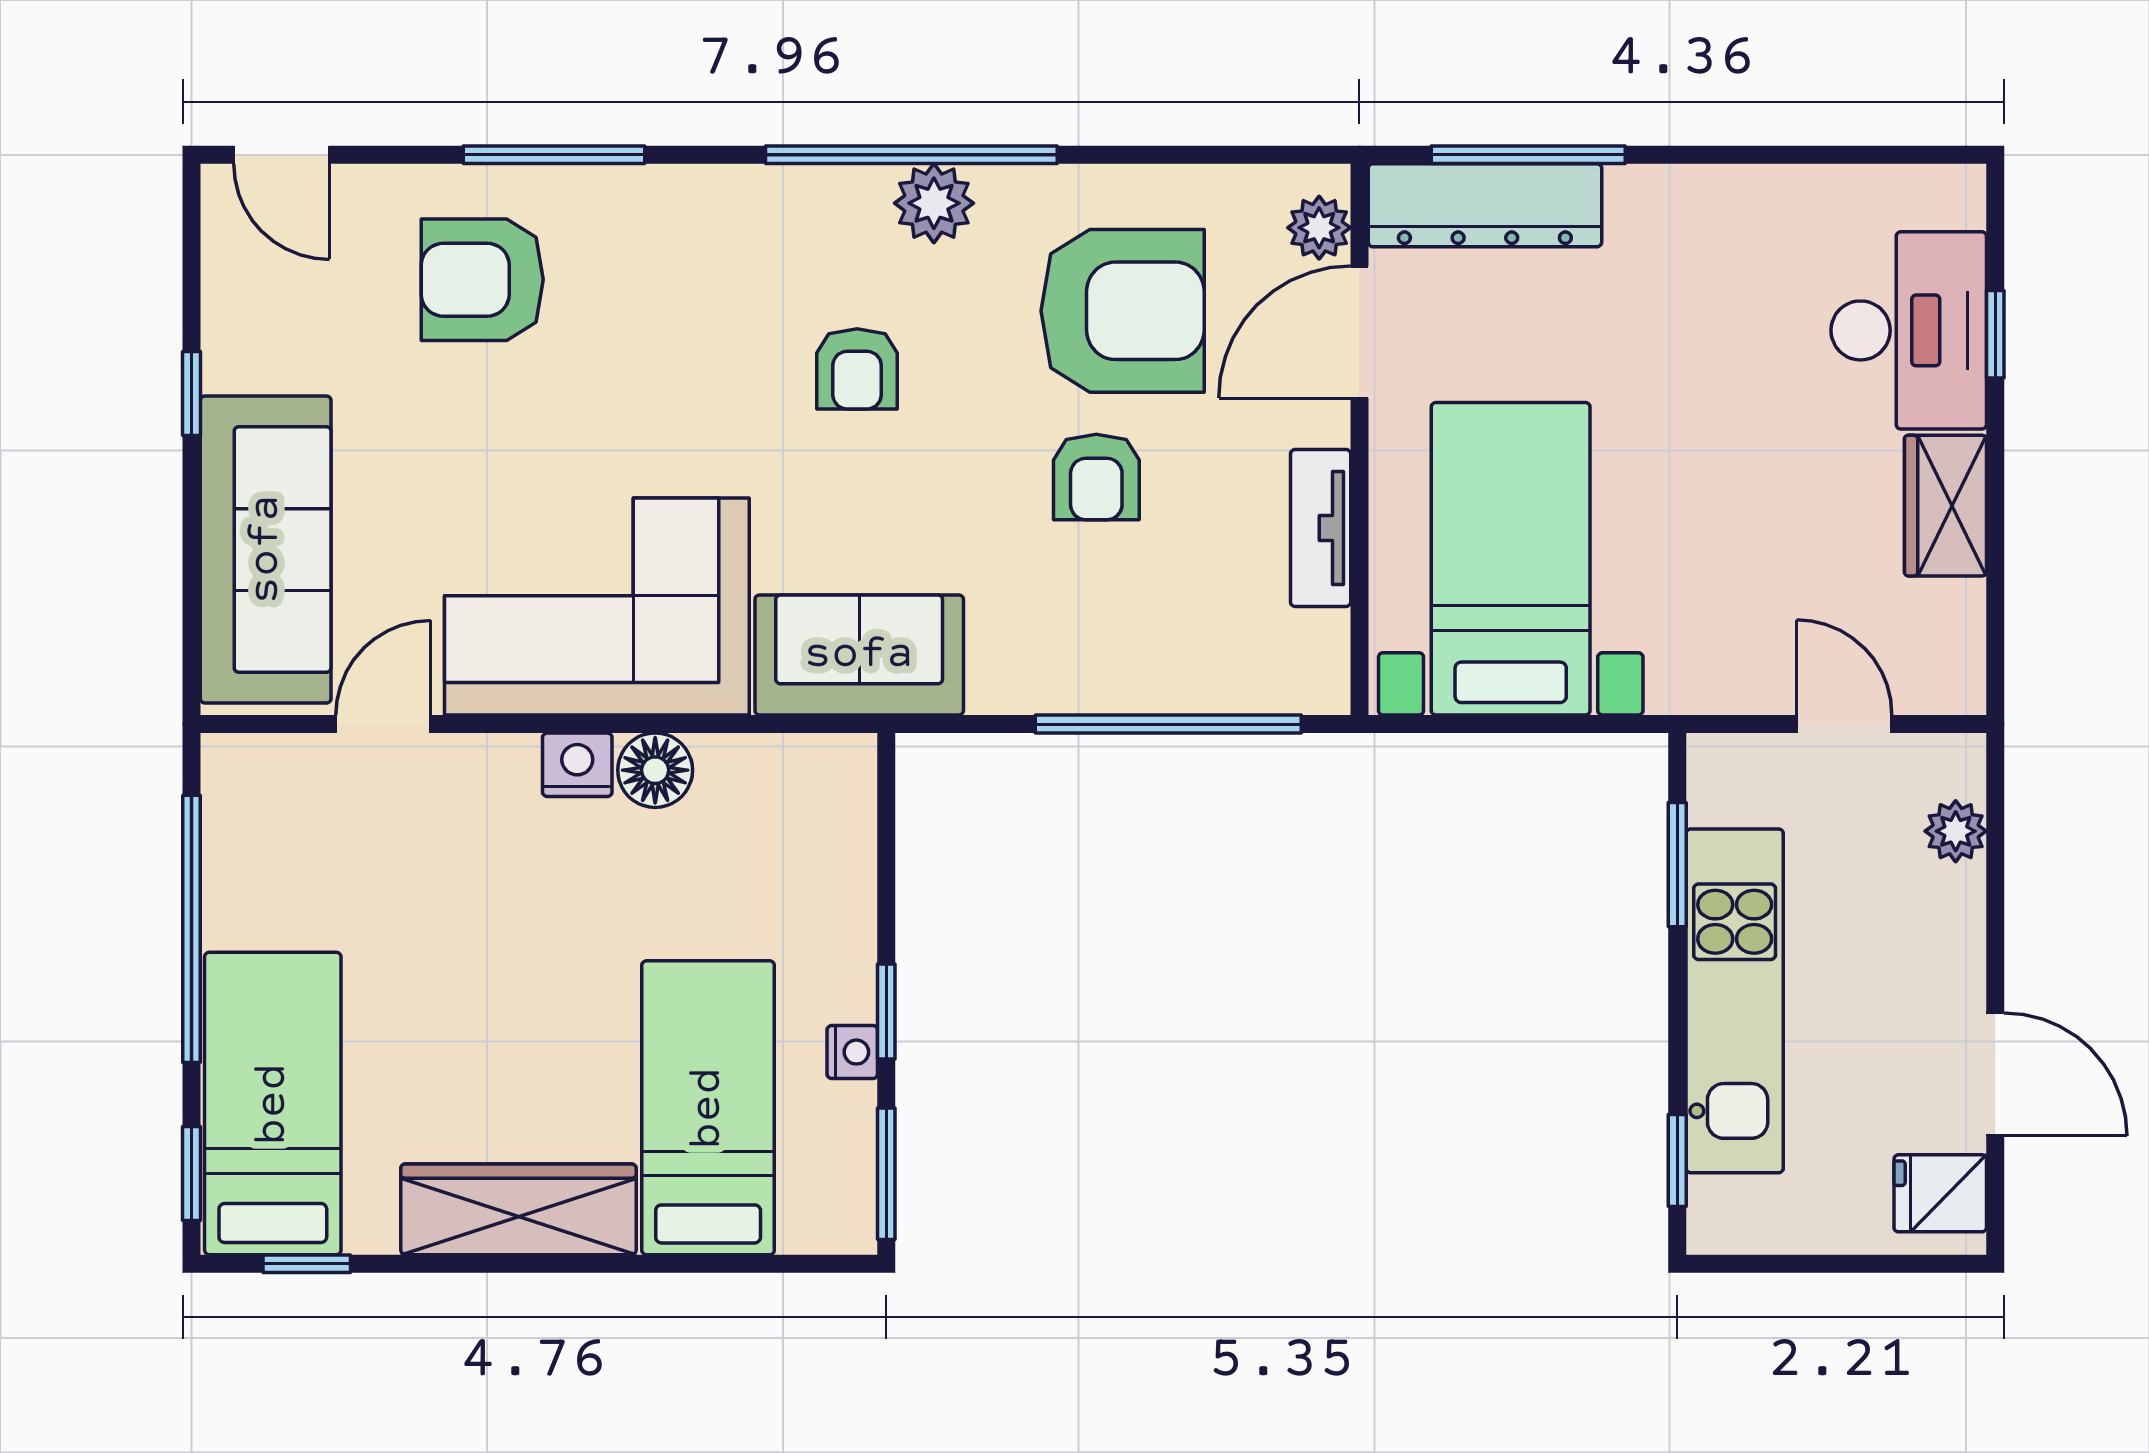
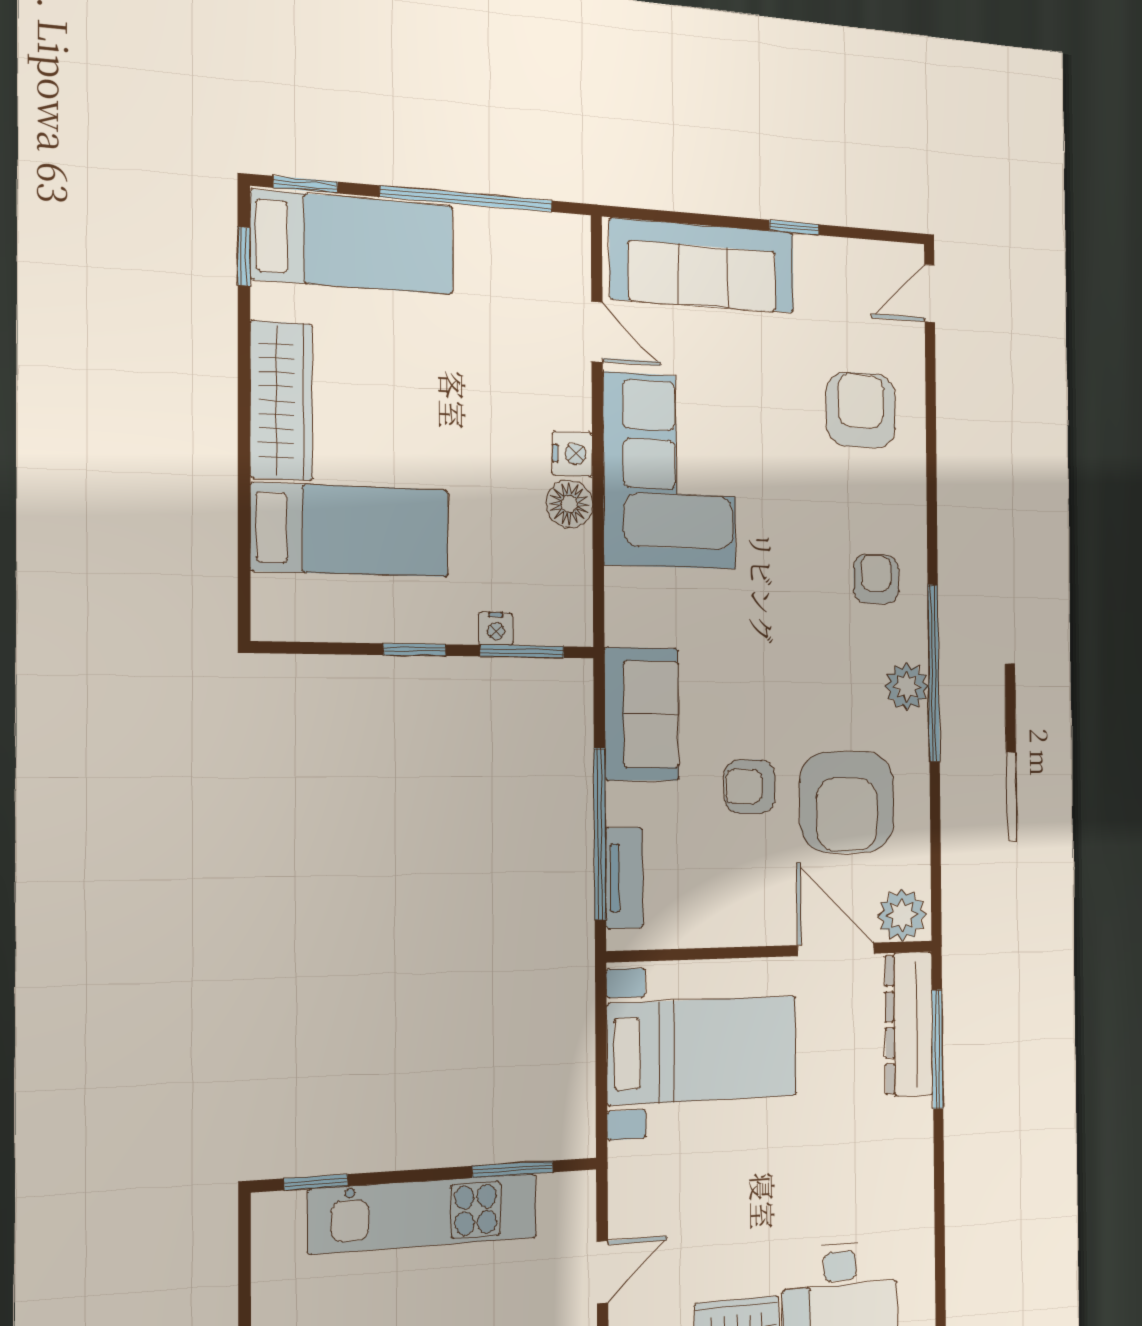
window: (554, 155) -> (931, 457), removed
plant: (1319, 228) -> (902, 915), width x1.38, depth x1.38
armchair: (857, 369) -> (876, 579), moved, turned 90
tv unit: (1321, 528) -> (624, 878), moved, turned 90
sofa: (859, 655) -> (642, 714), moved
nightstand: (852, 1052) -> (496, 629), moved
window: (886, 1174) -> (522, 651), moved

